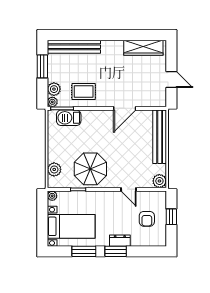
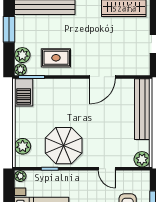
barbecue: (69, 118) -> (24, 92), moved, turned -90

